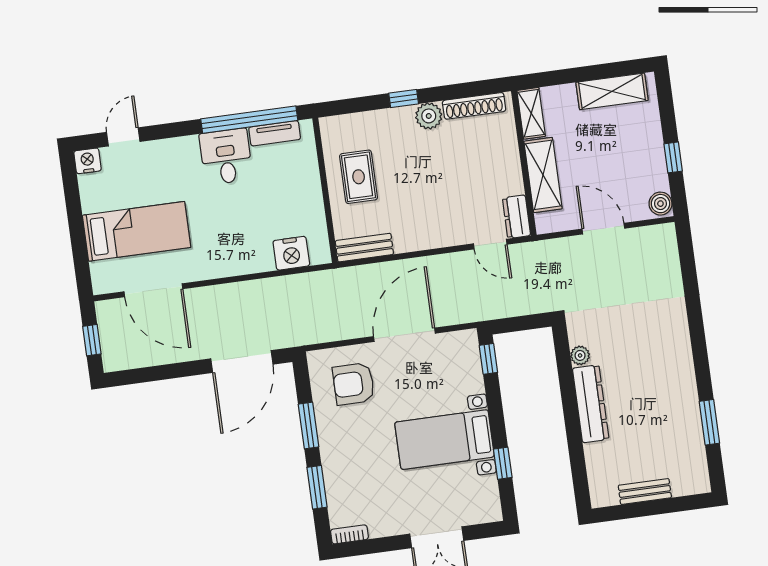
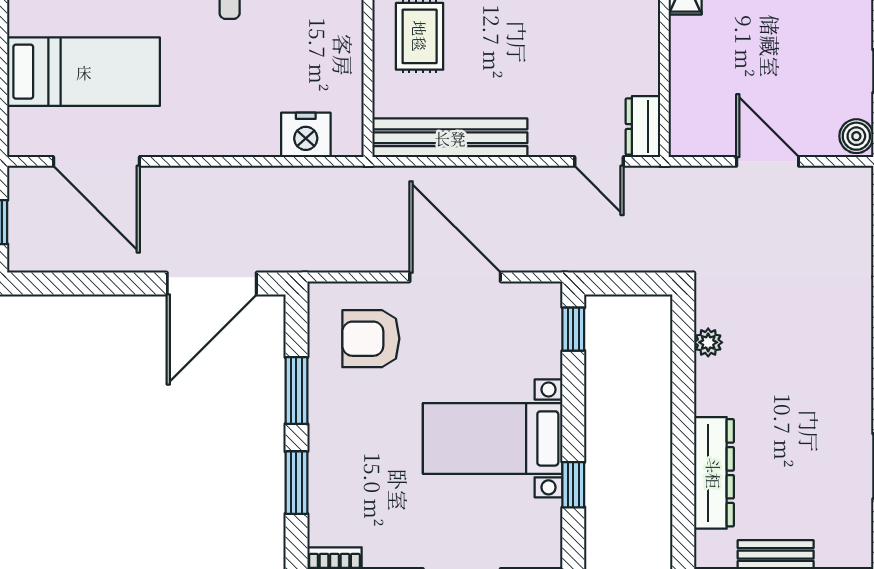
shelving: (543, 175) -> (690, 71), removed
bench: (364, 248) -> (450, 138), width x1.86, depth x1.21
door: (404, 335) -> (455, 277), hinge flipped
dresser: (591, 404) -> (714, 473), moved

